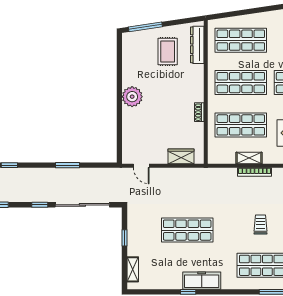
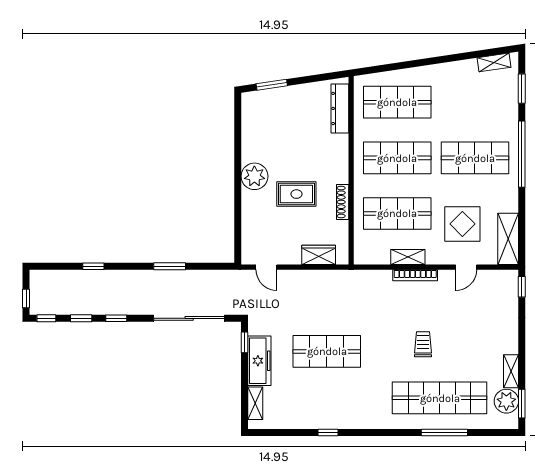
window: (145, 27) -> (272, 85), width x0.69
rug: (168, 52) -> (296, 194), moved, turned 90
shoe rack: (199, 112) -> (343, 202), width x1.43
window: (40, 205) -> (116, 318), moved
window: (125, 238) -> (245, 342), moved
freezer: (202, 281) -> (259, 361), moved, turned 90

